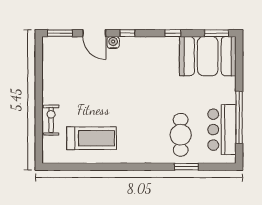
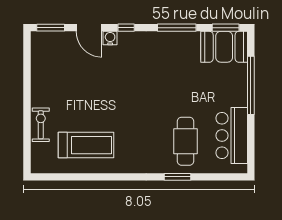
window: (173, 33) -> (177, 28), width x2.17
booth: (208, 56) -> (224, 47), width x0.73, depth x0.70
window: (239, 117) -> (251, 85), moved
window: (186, 167) -> (177, 177), moved

